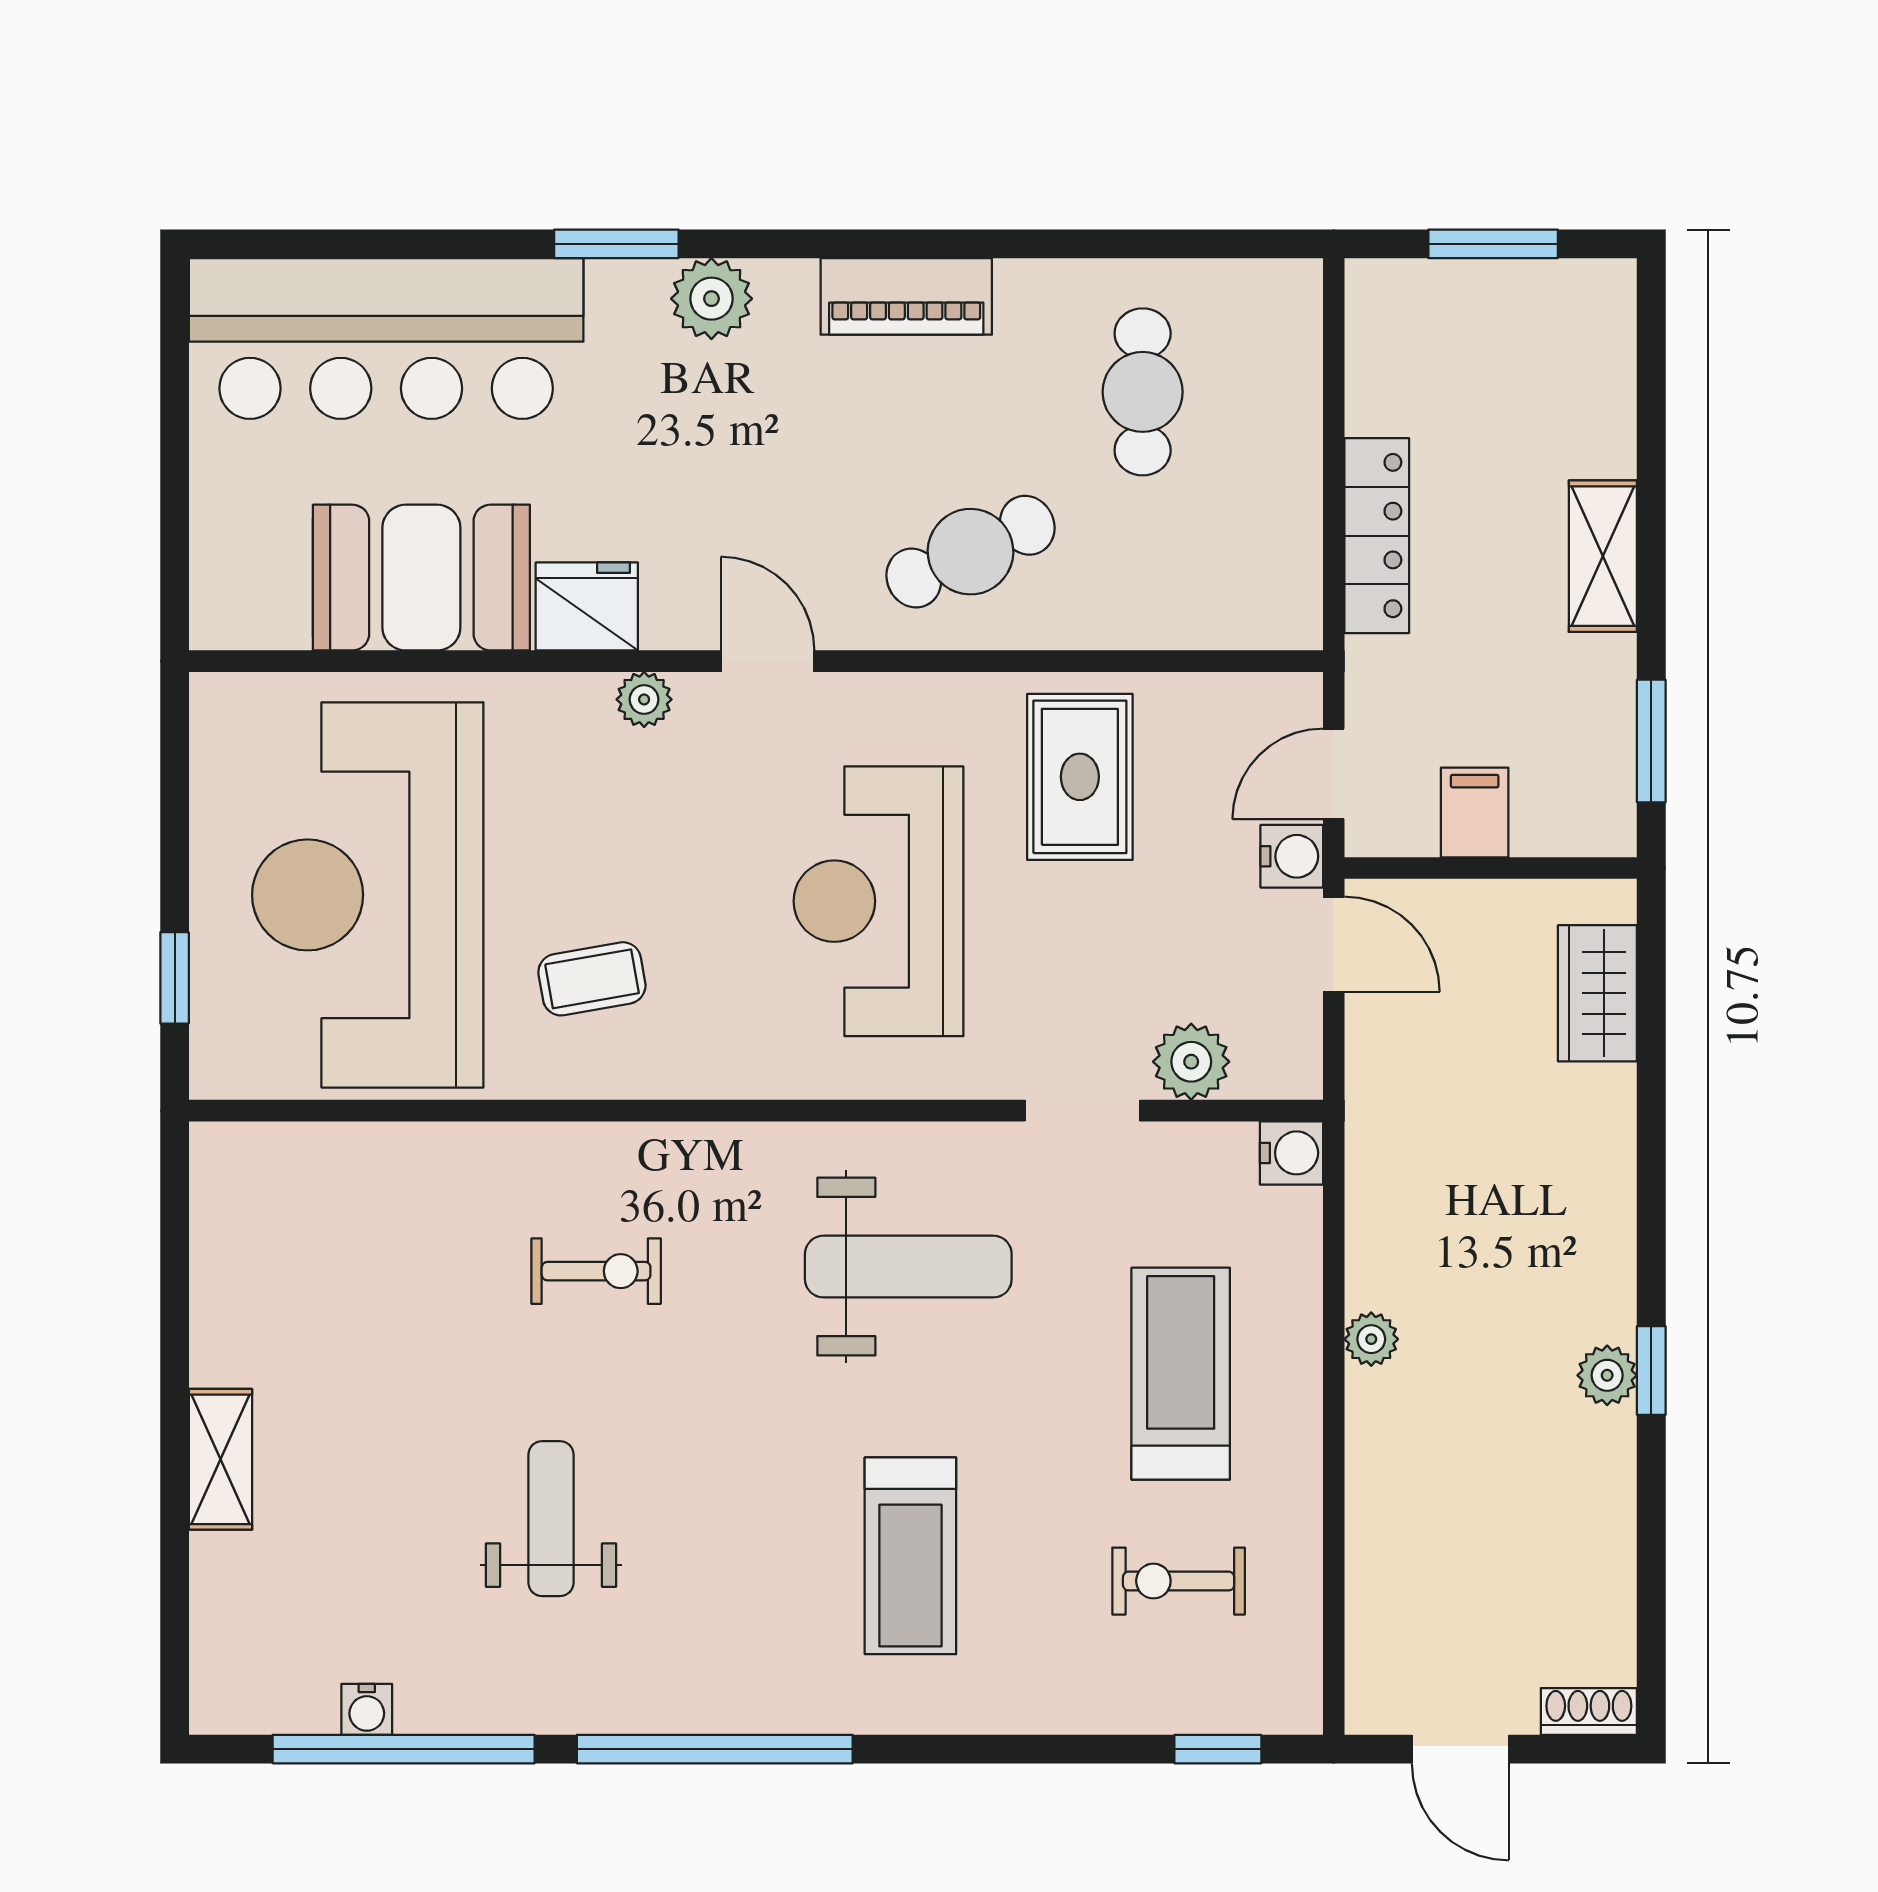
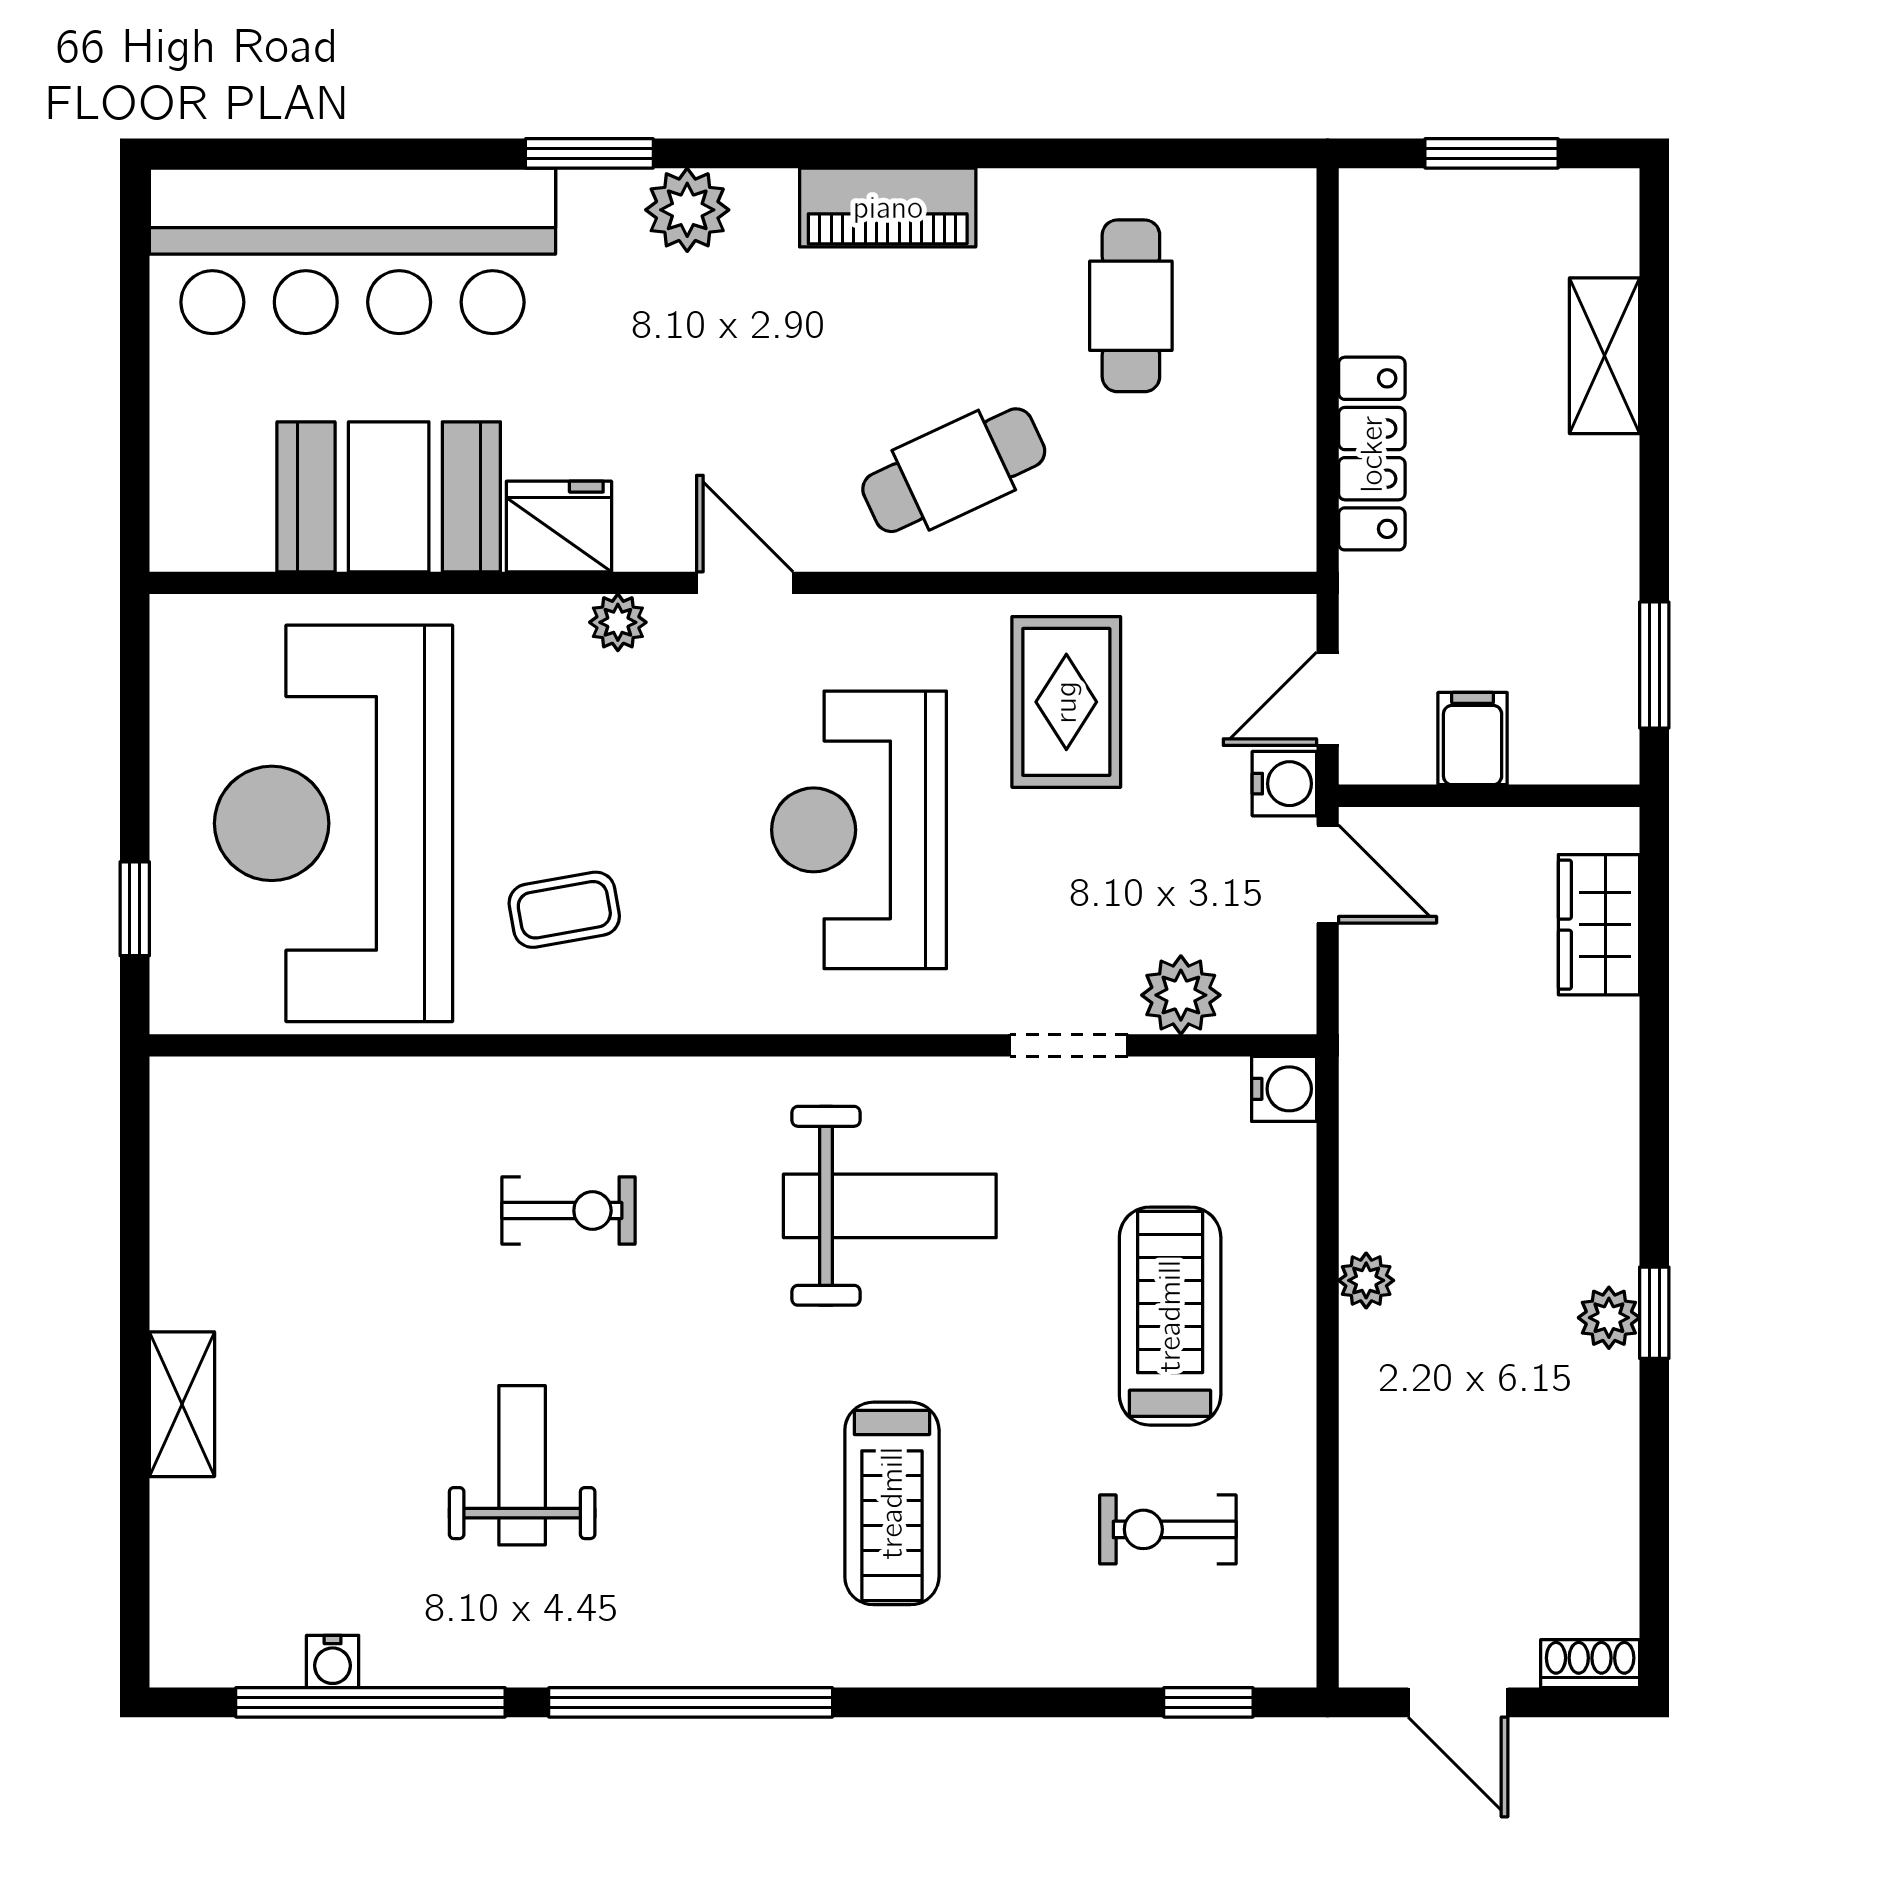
shelving: (1603, 556) -> (1605, 356), moved

